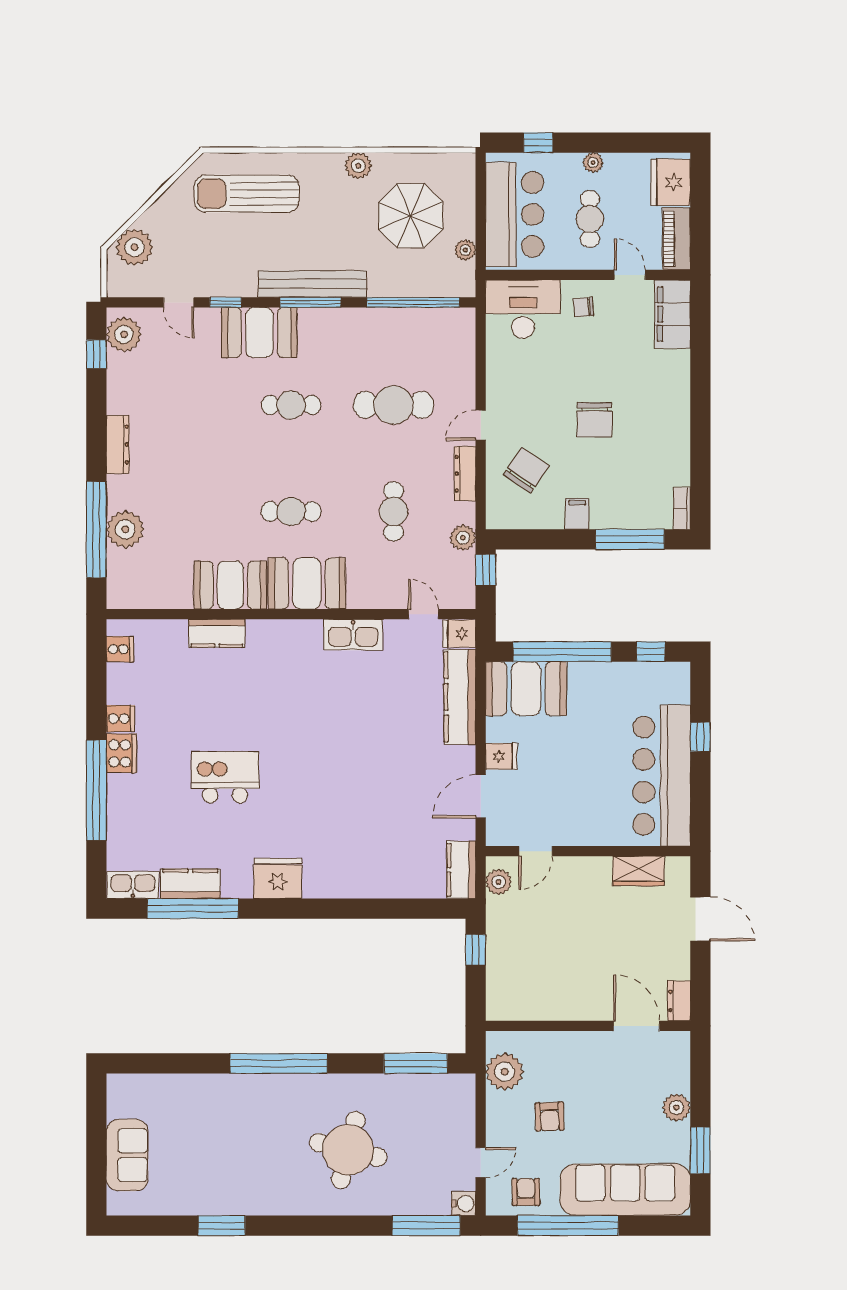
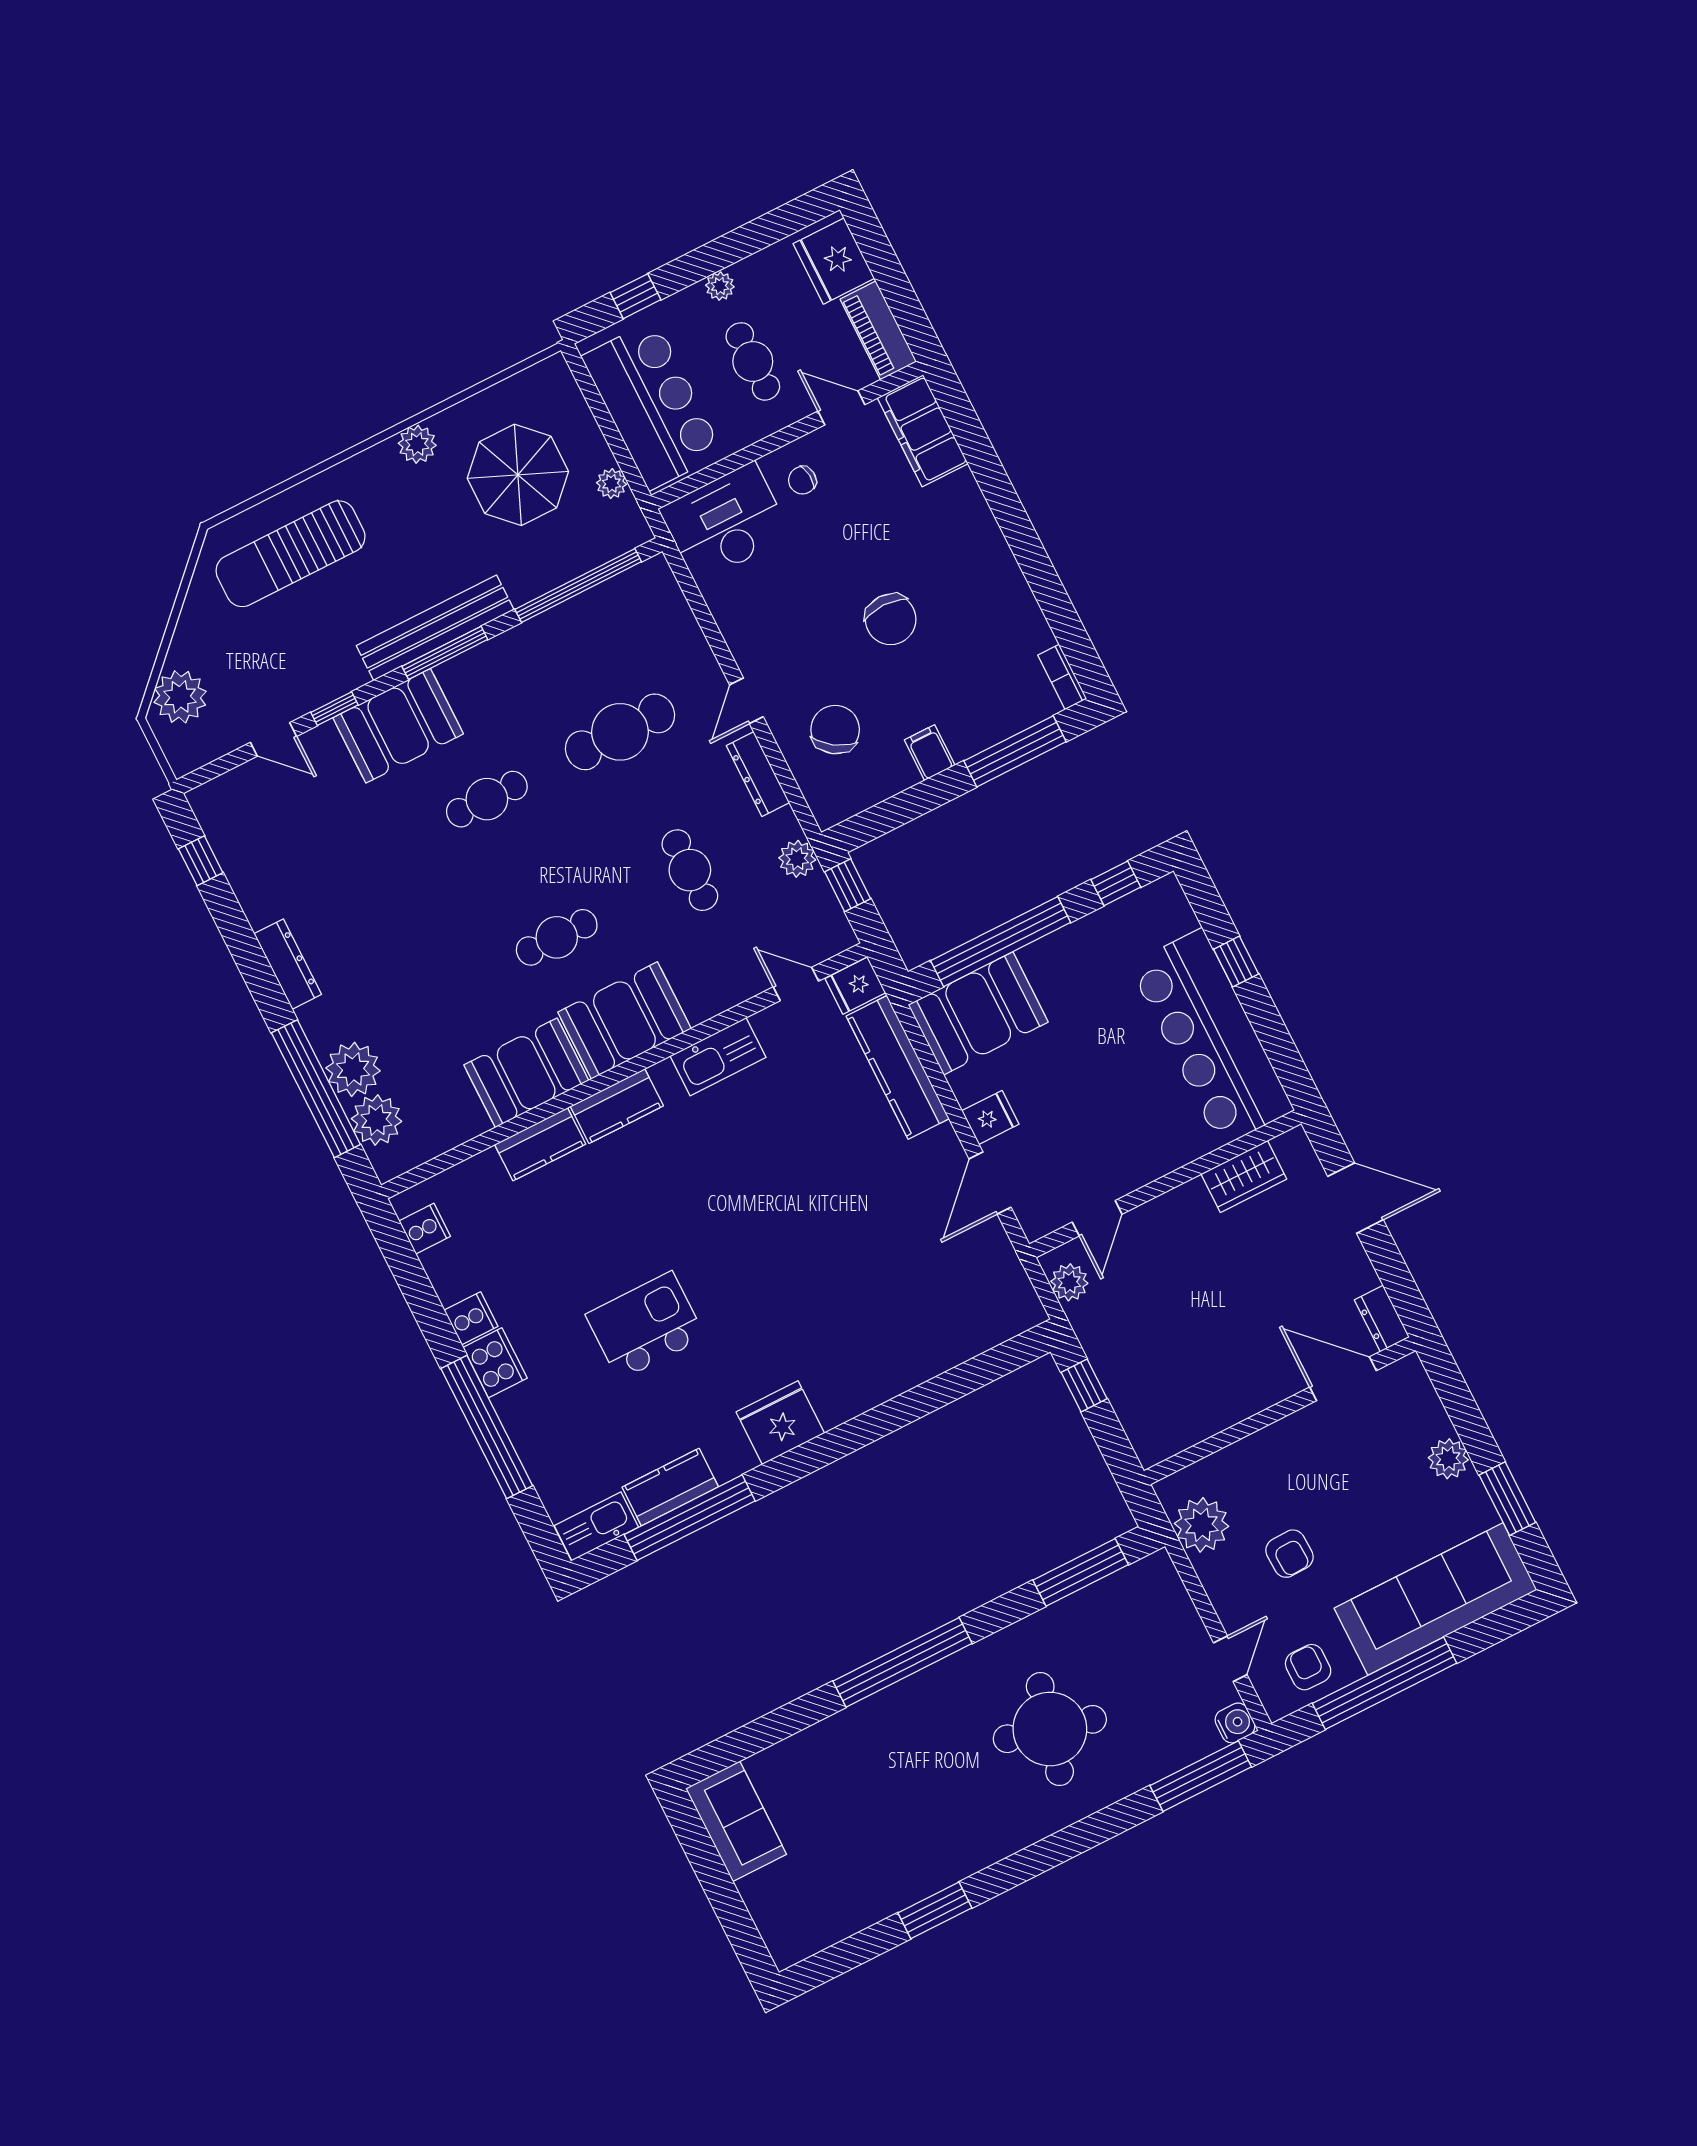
plant: (124, 334) -> (376, 1120), moved
kitchen counter: (461, 870) -> (617, 1106), moved, turned -90
sofa: (127, 1155) -> (736, 1821), moved

